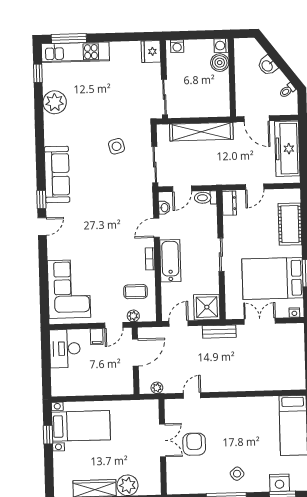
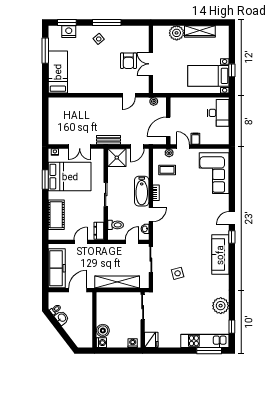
washbasin: (267, 66) -> (62, 318), moved
door: (257, 119) -> (78, 290), hinge flipped
toilet: (206, 198) -> (116, 225), moved
door: (114, 325) -> (183, 147), hinge flipped
desk: (65, 349) -> (218, 113), moved

